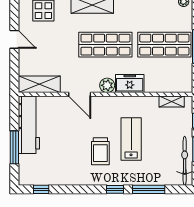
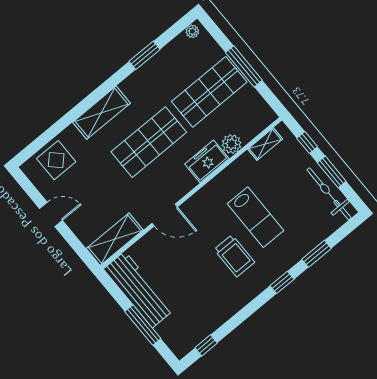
plant: (107, 85) -> (231, 144), moved
lab bench: (131, 139) -> (255, 217), turned 180
window: (149, 189) -> (316, 254), width x0.69

